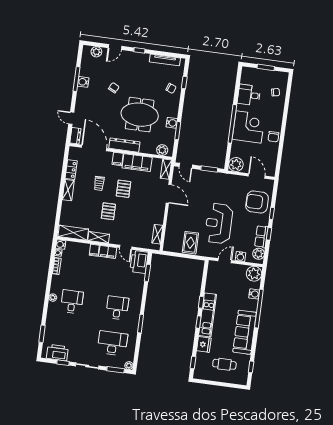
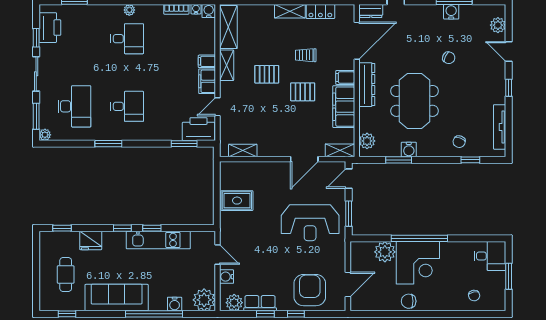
desk: (249, 95) -> (490, 256), moved, turned 90
plant: (236, 164) -> (385, 252), moved
reception desk: (219, 223) -> (310, 223), moved, turned 180
kitchen unit: (208, 315) -> (158, 240), moved

